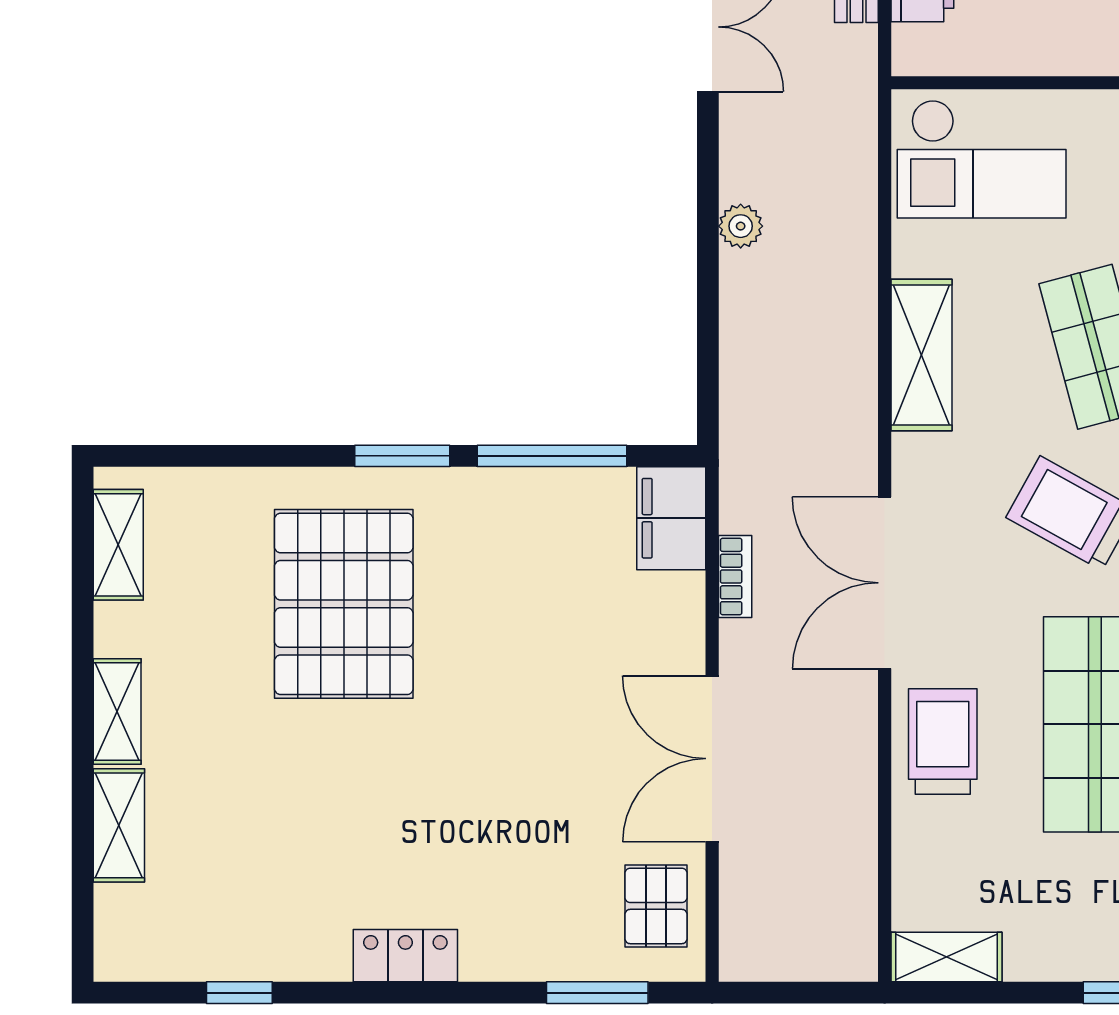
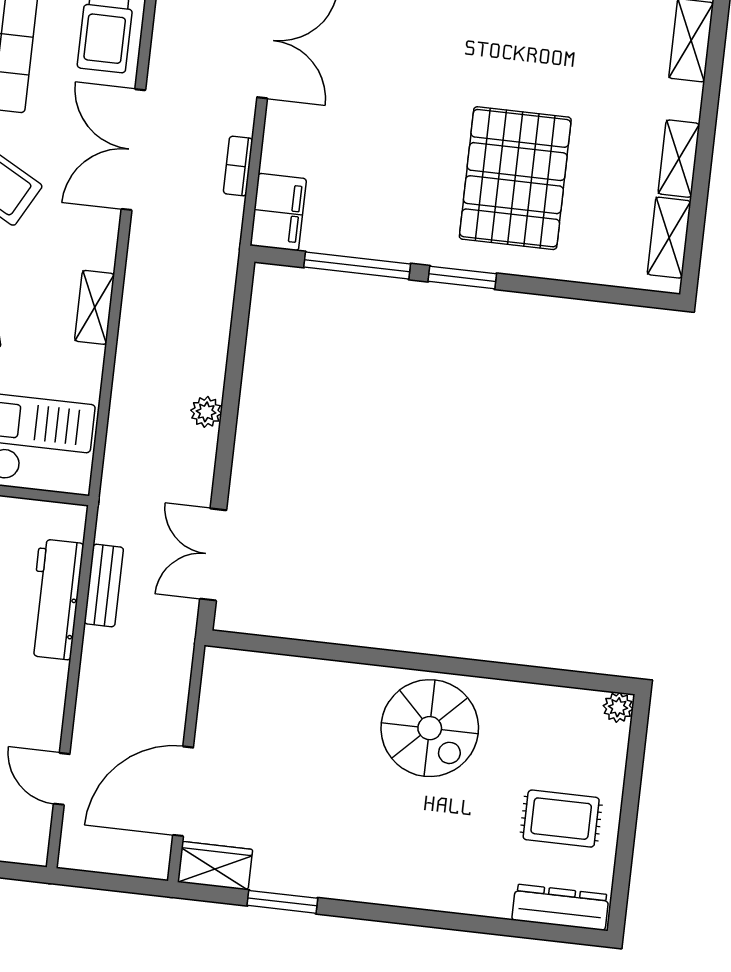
shelving: (921, 355) -> (95, 307), width x0.67, depth x0.75
double door: (885, 583) -> (133, 150), swing flipped
shelving: (117, 712) -> (679, 159), moved

